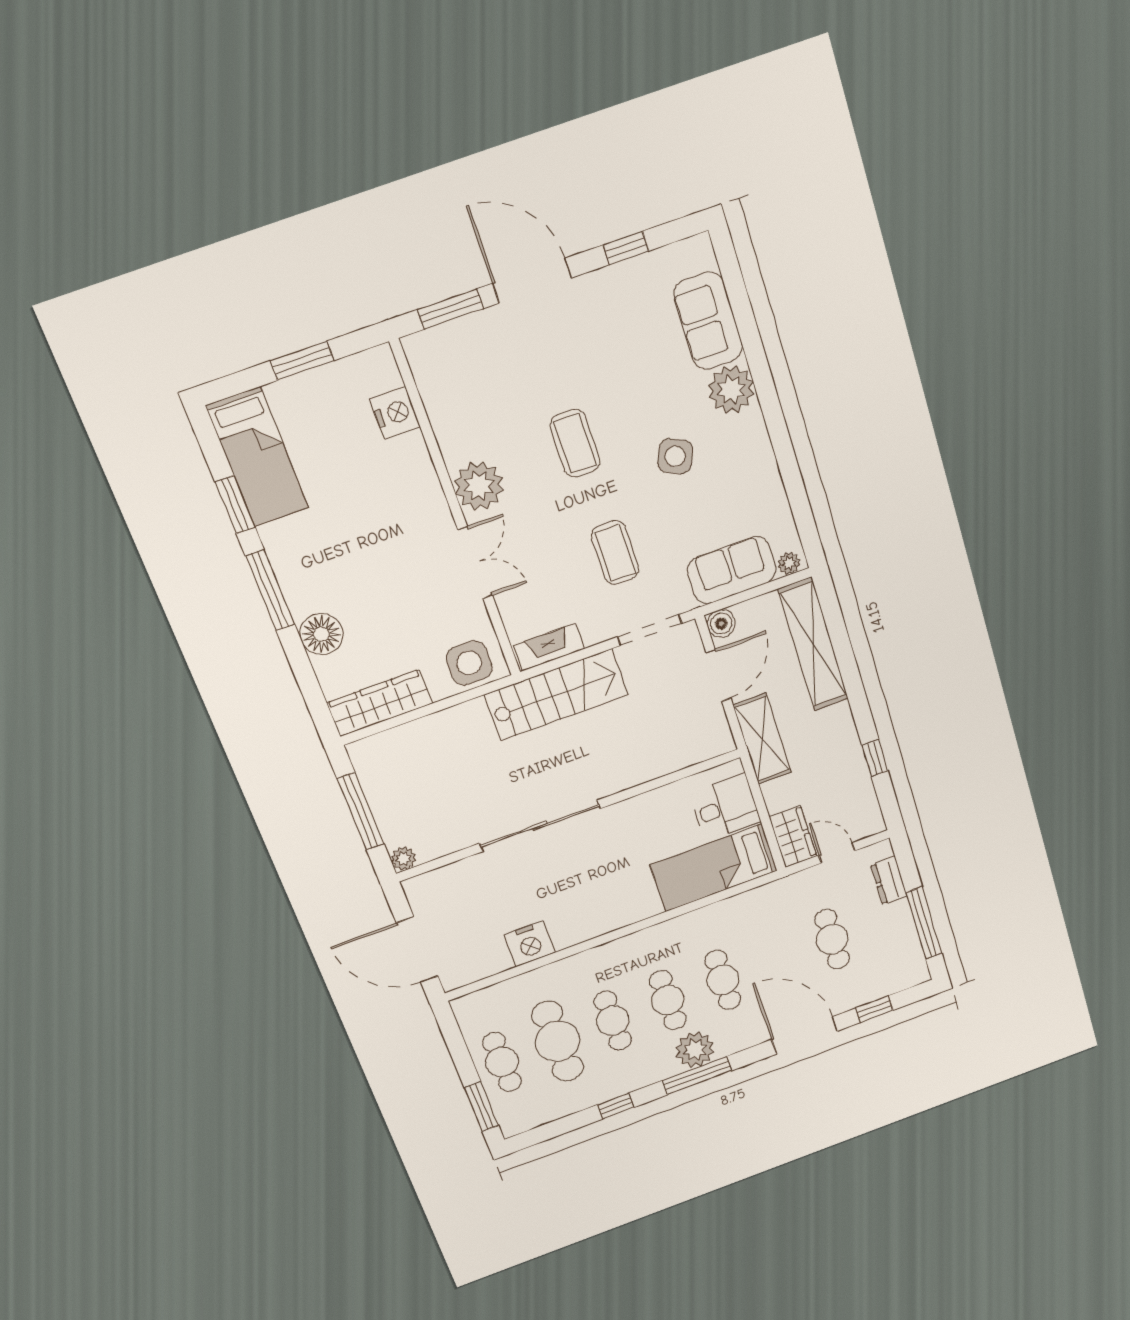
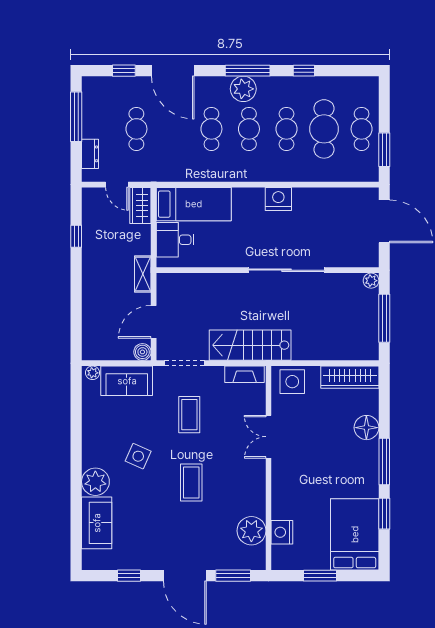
bed: (257, 457) -> (355, 534), width x1.50
plant: (479, 486) -> (251, 531), moved
shelving: (813, 644) -> (93, 320), removed
shelving: (762, 739) -> (143, 274), width x0.67, depth x0.75
nightstand: (530, 944) -> (278, 199), moved
window: (482, 1107) -> (384, 150), moved

